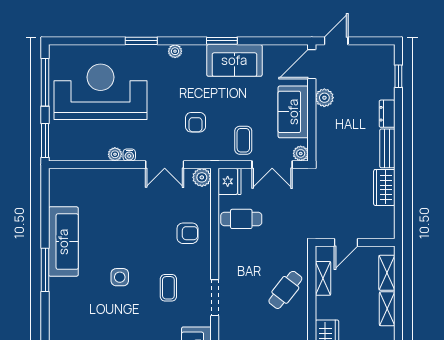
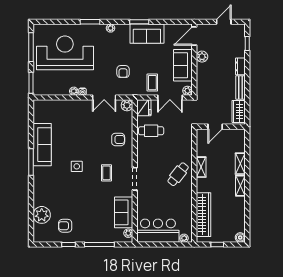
door: (336, 41) -> (224, 22), moved
door: (346, 242) -> (215, 127), moved
wall: (355, 242) -> (221, 127), moved

